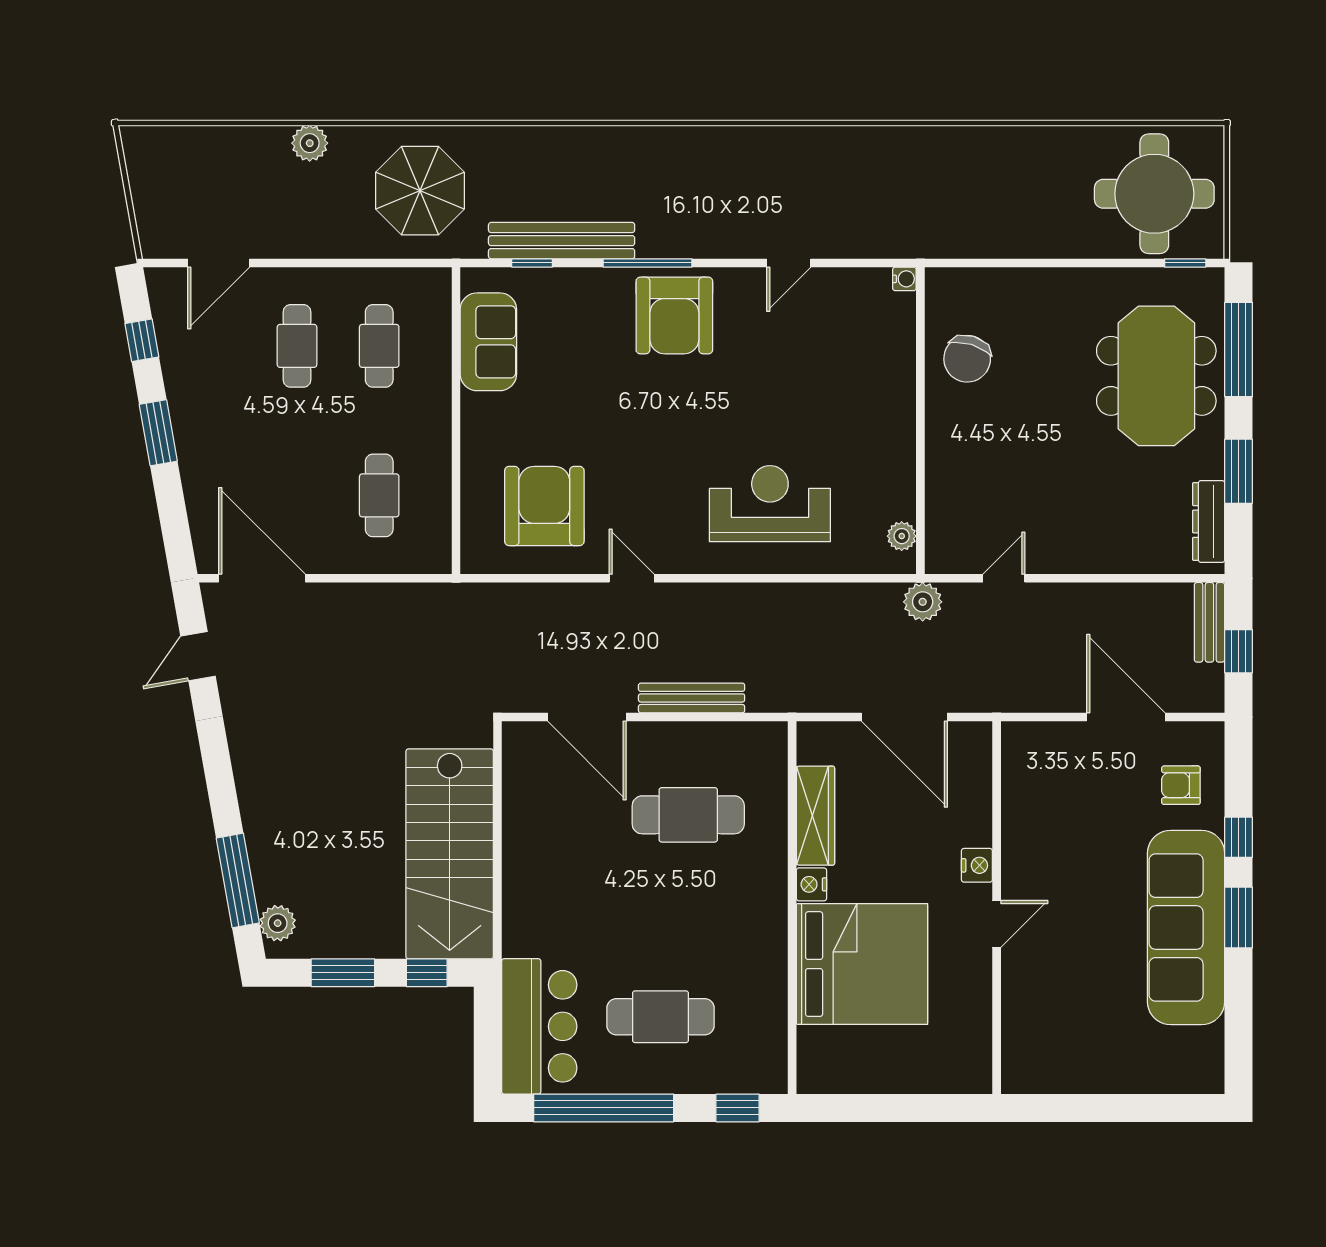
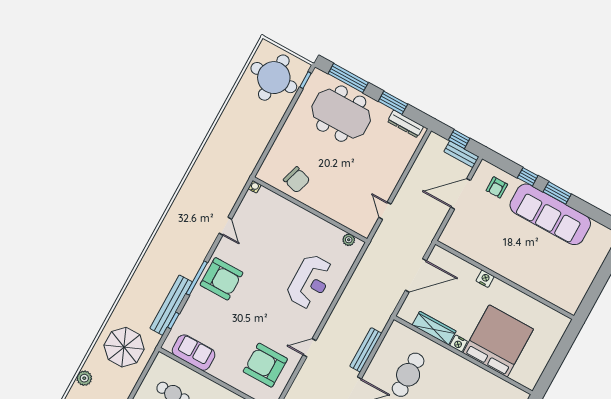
reception desk: (770, 504) -> (310, 282), turned 180
plant: (923, 602) -> (377, 245), removed
bench: (1209, 622) -> (461, 154), moved
door: (997, 924) -> (511, 283), removed

